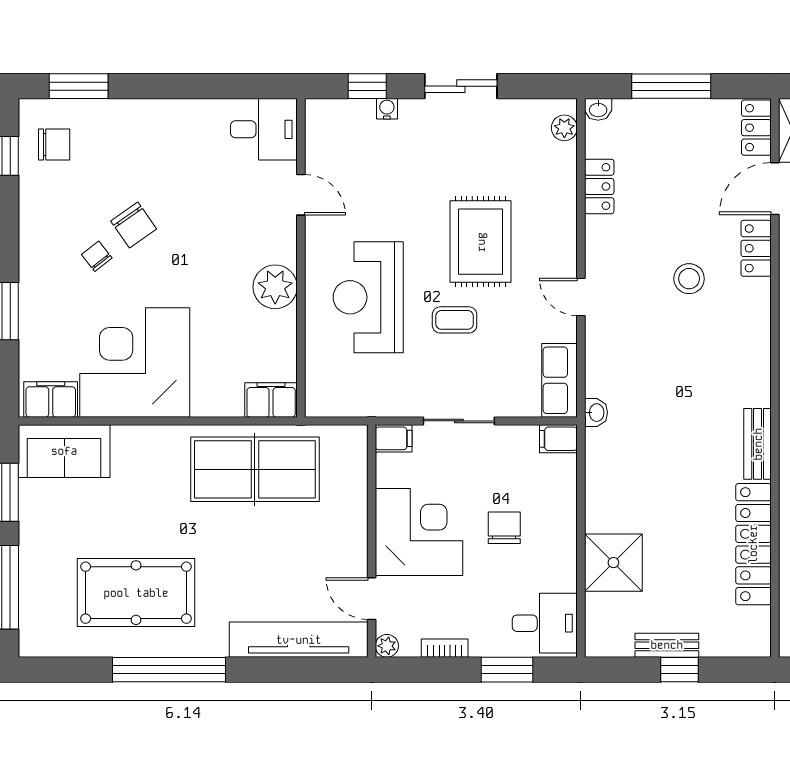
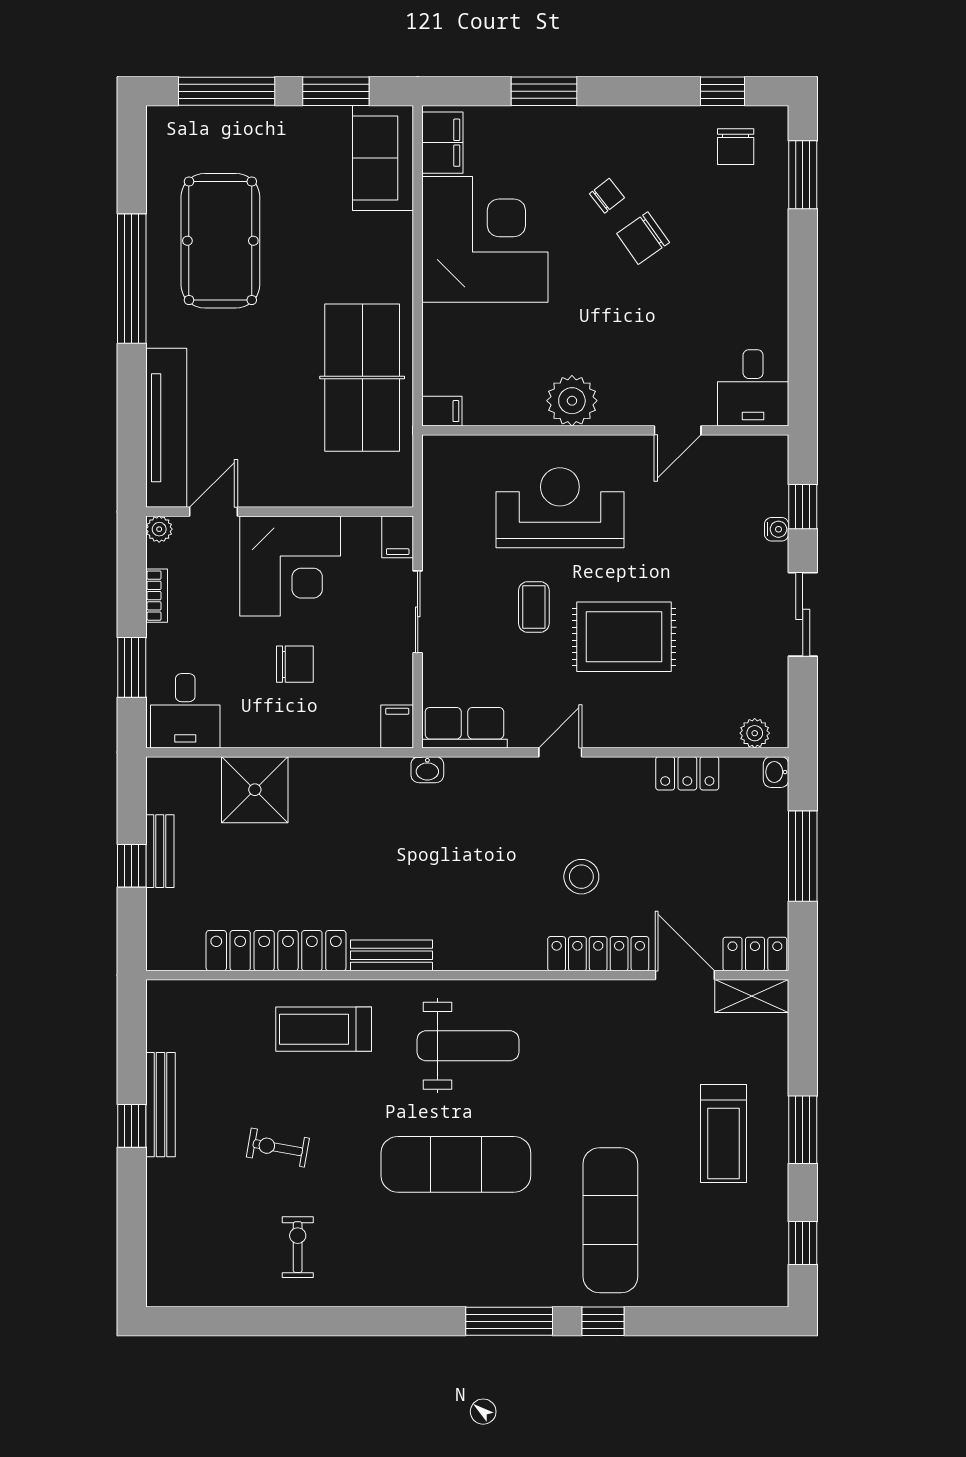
locker: (756, 248) -> (598, 954), width x1.53
filing cabinet: (271, 400) -> (442, 411), width x0.50

